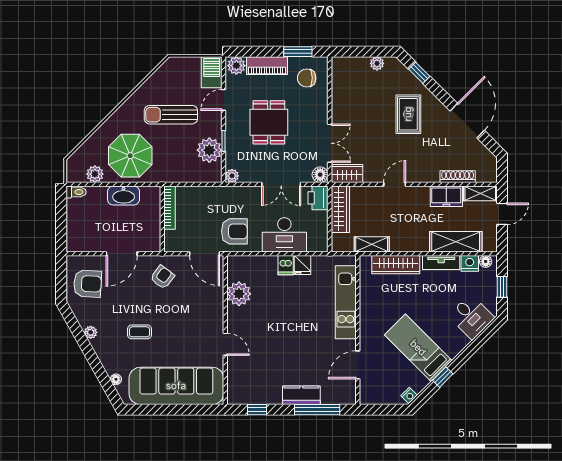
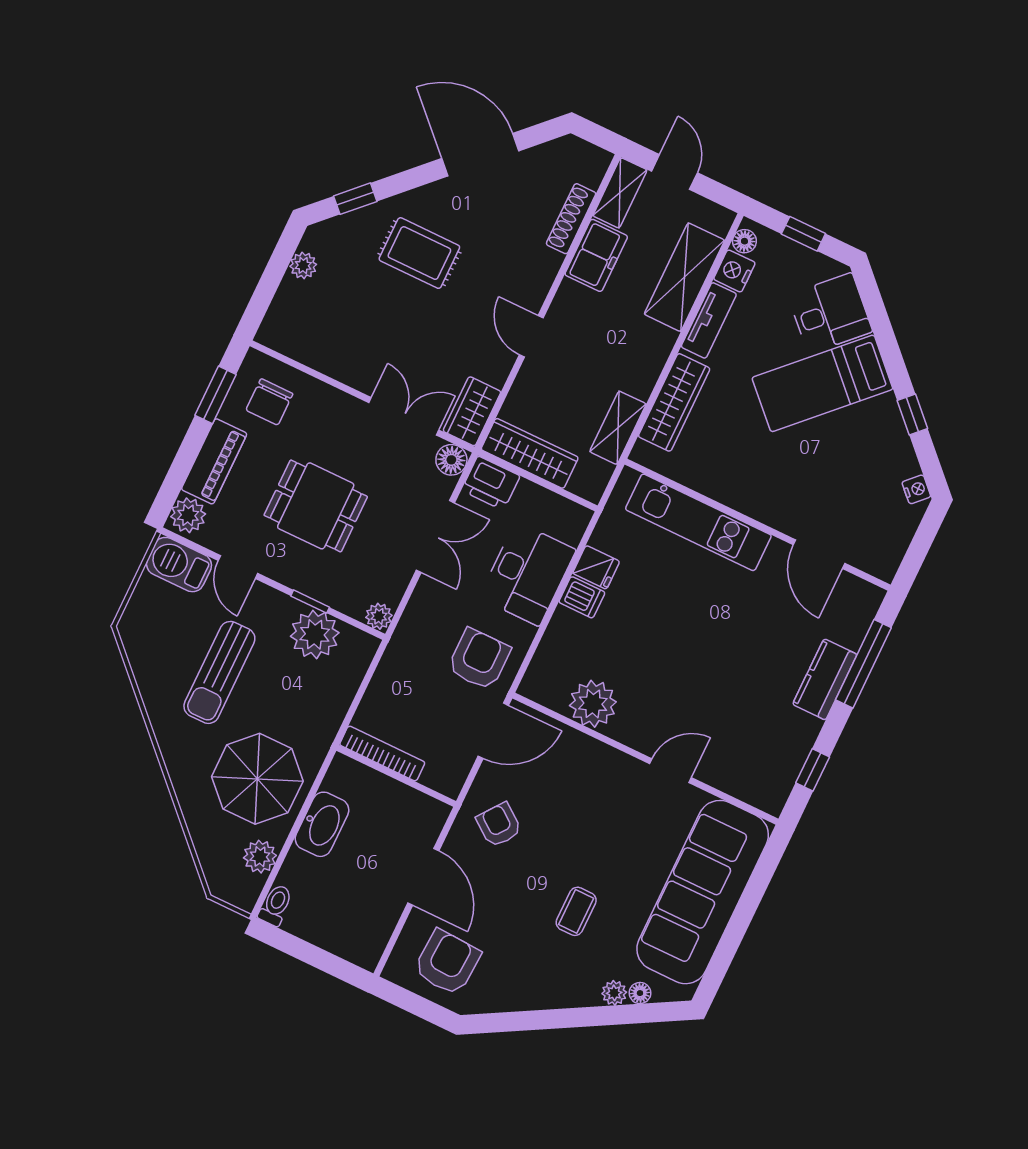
plant: (91, 332) -> (614, 993), moved
bed: (418, 348) -> (822, 383), moved

